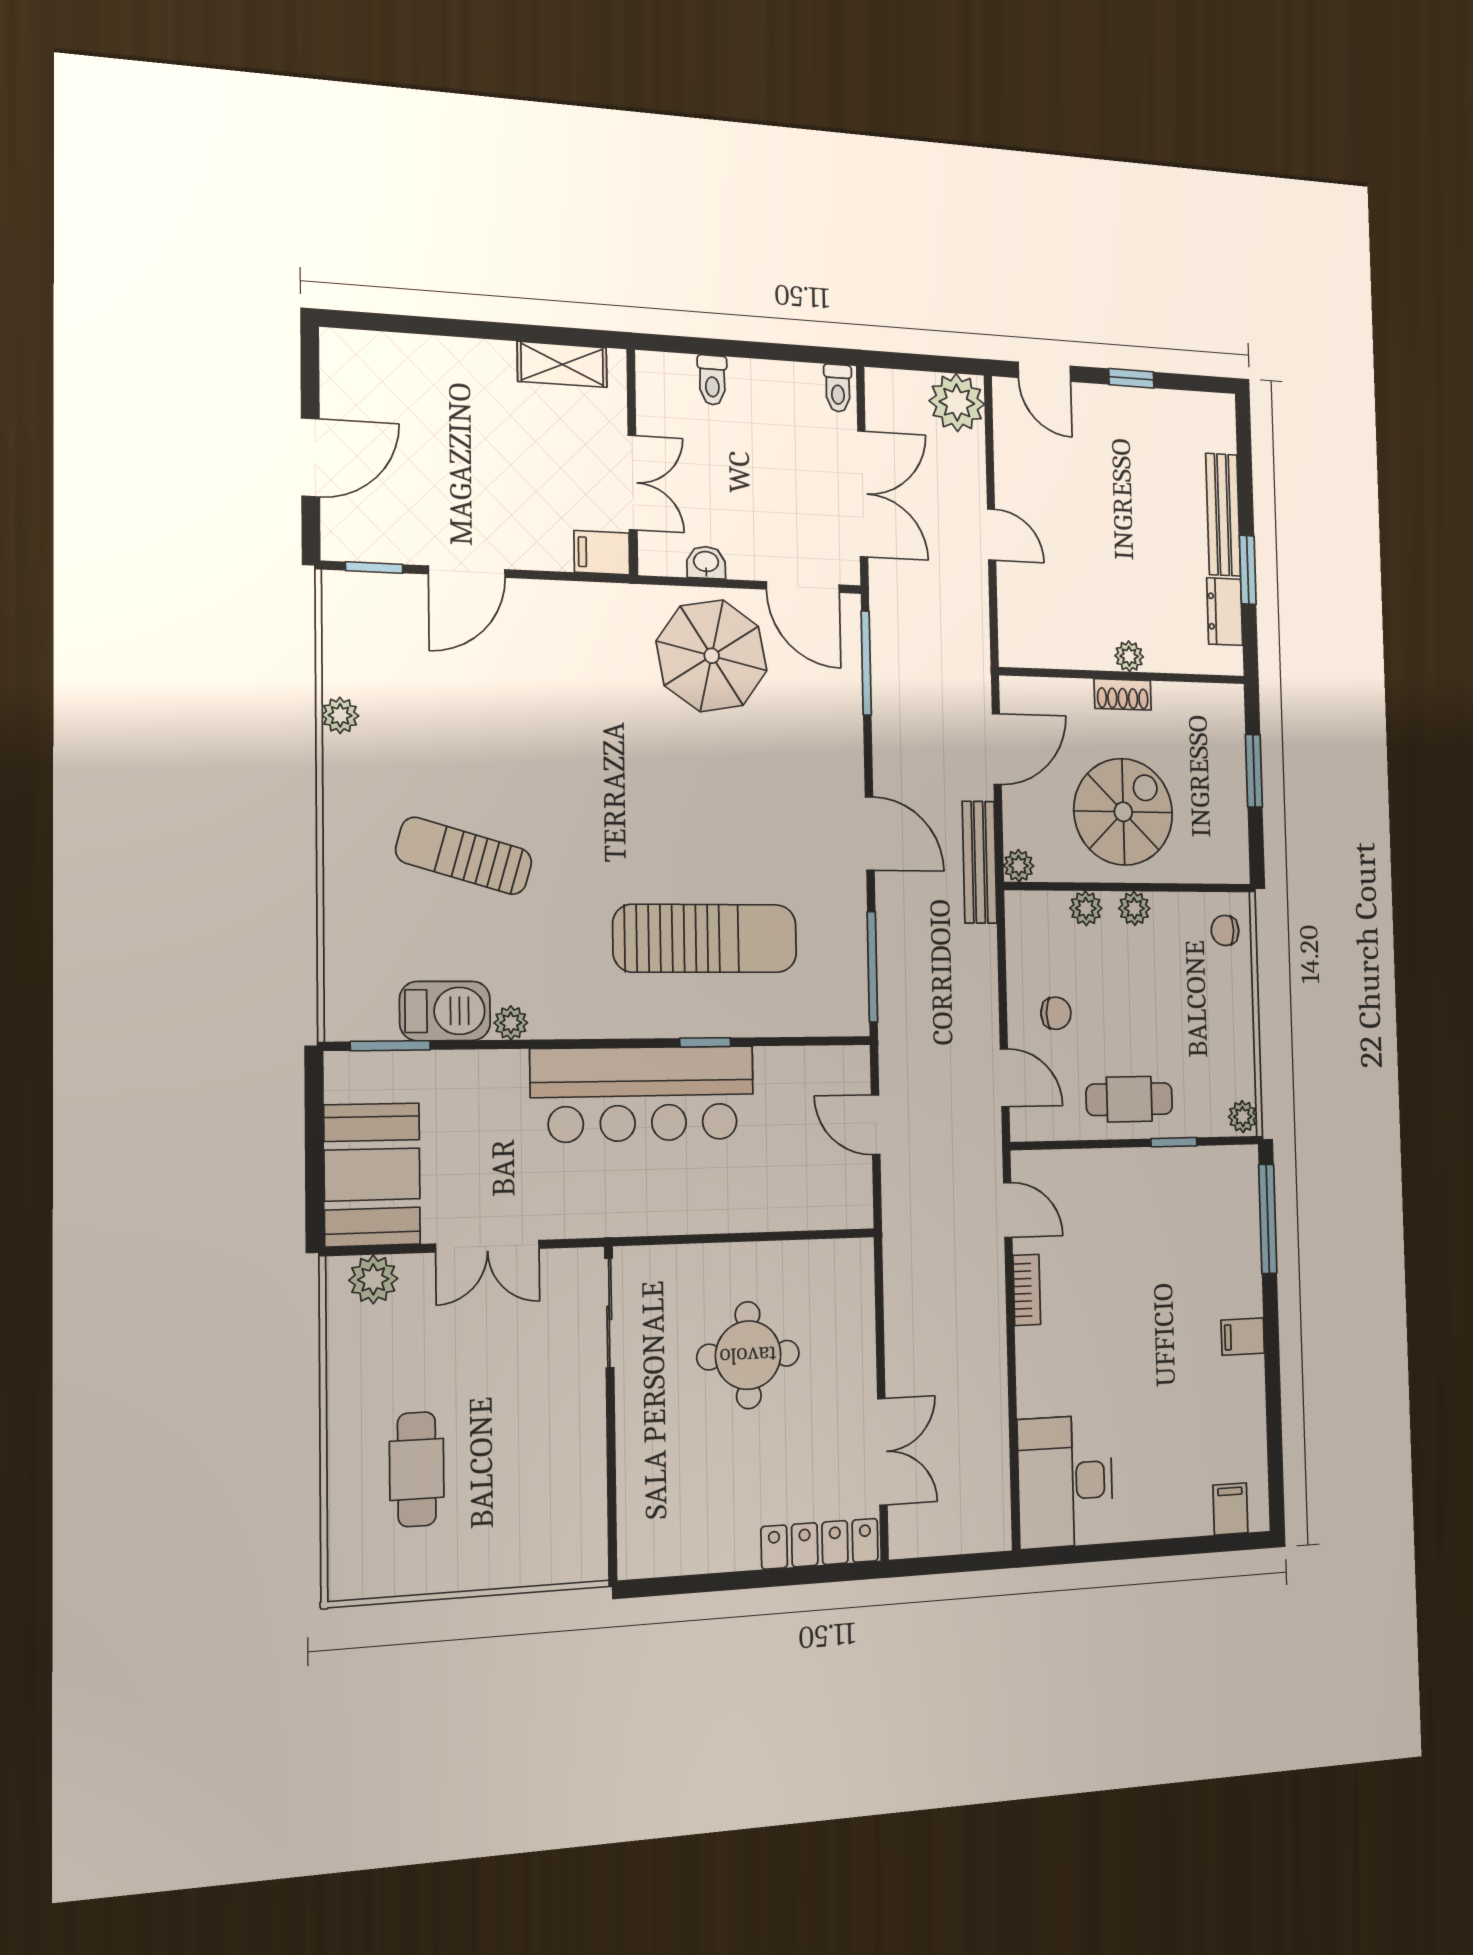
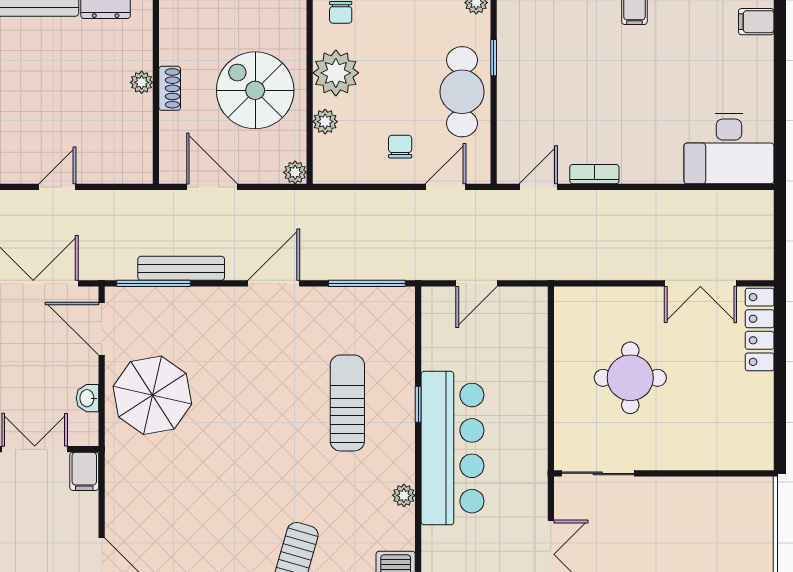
door: (803, 587) -> (102, 329), swing flipped
bench: (979, 862) -> (181, 268), moved
plant: (1134, 908) -> (336, 73), width x1.87, depth x1.87
sun lounger: (705, 938) -> (347, 403), width x0.73, depth x0.75
plant: (511, 1023) -> (404, 495), moved
cafe table: (1129, 1099) -> (462, 92), width x1.37, depth x1.35
double door: (882, 1452) -> (700, 283), swing flipped

